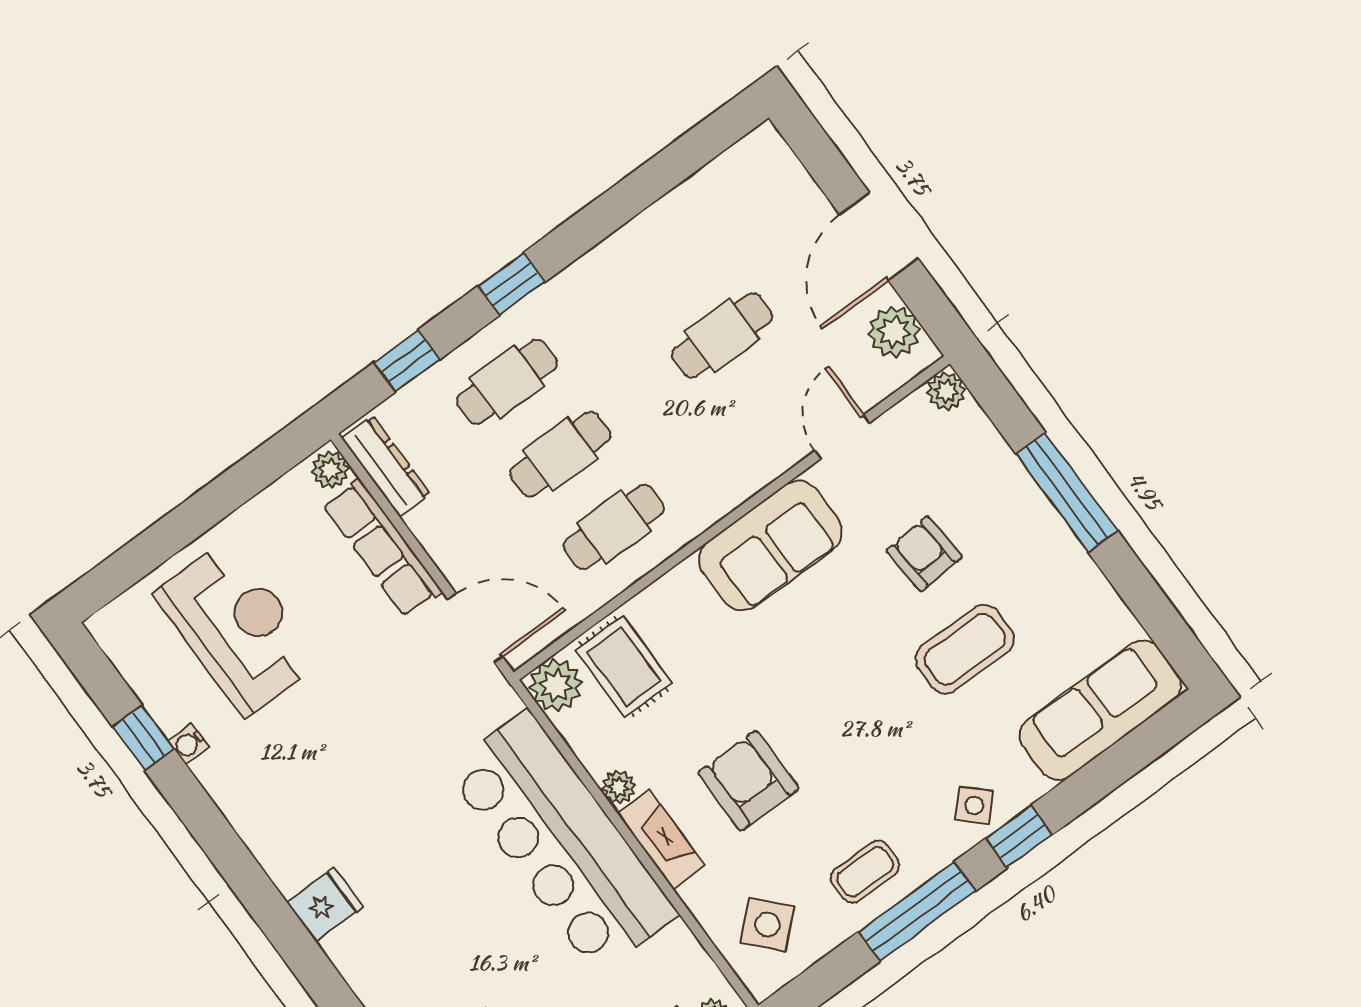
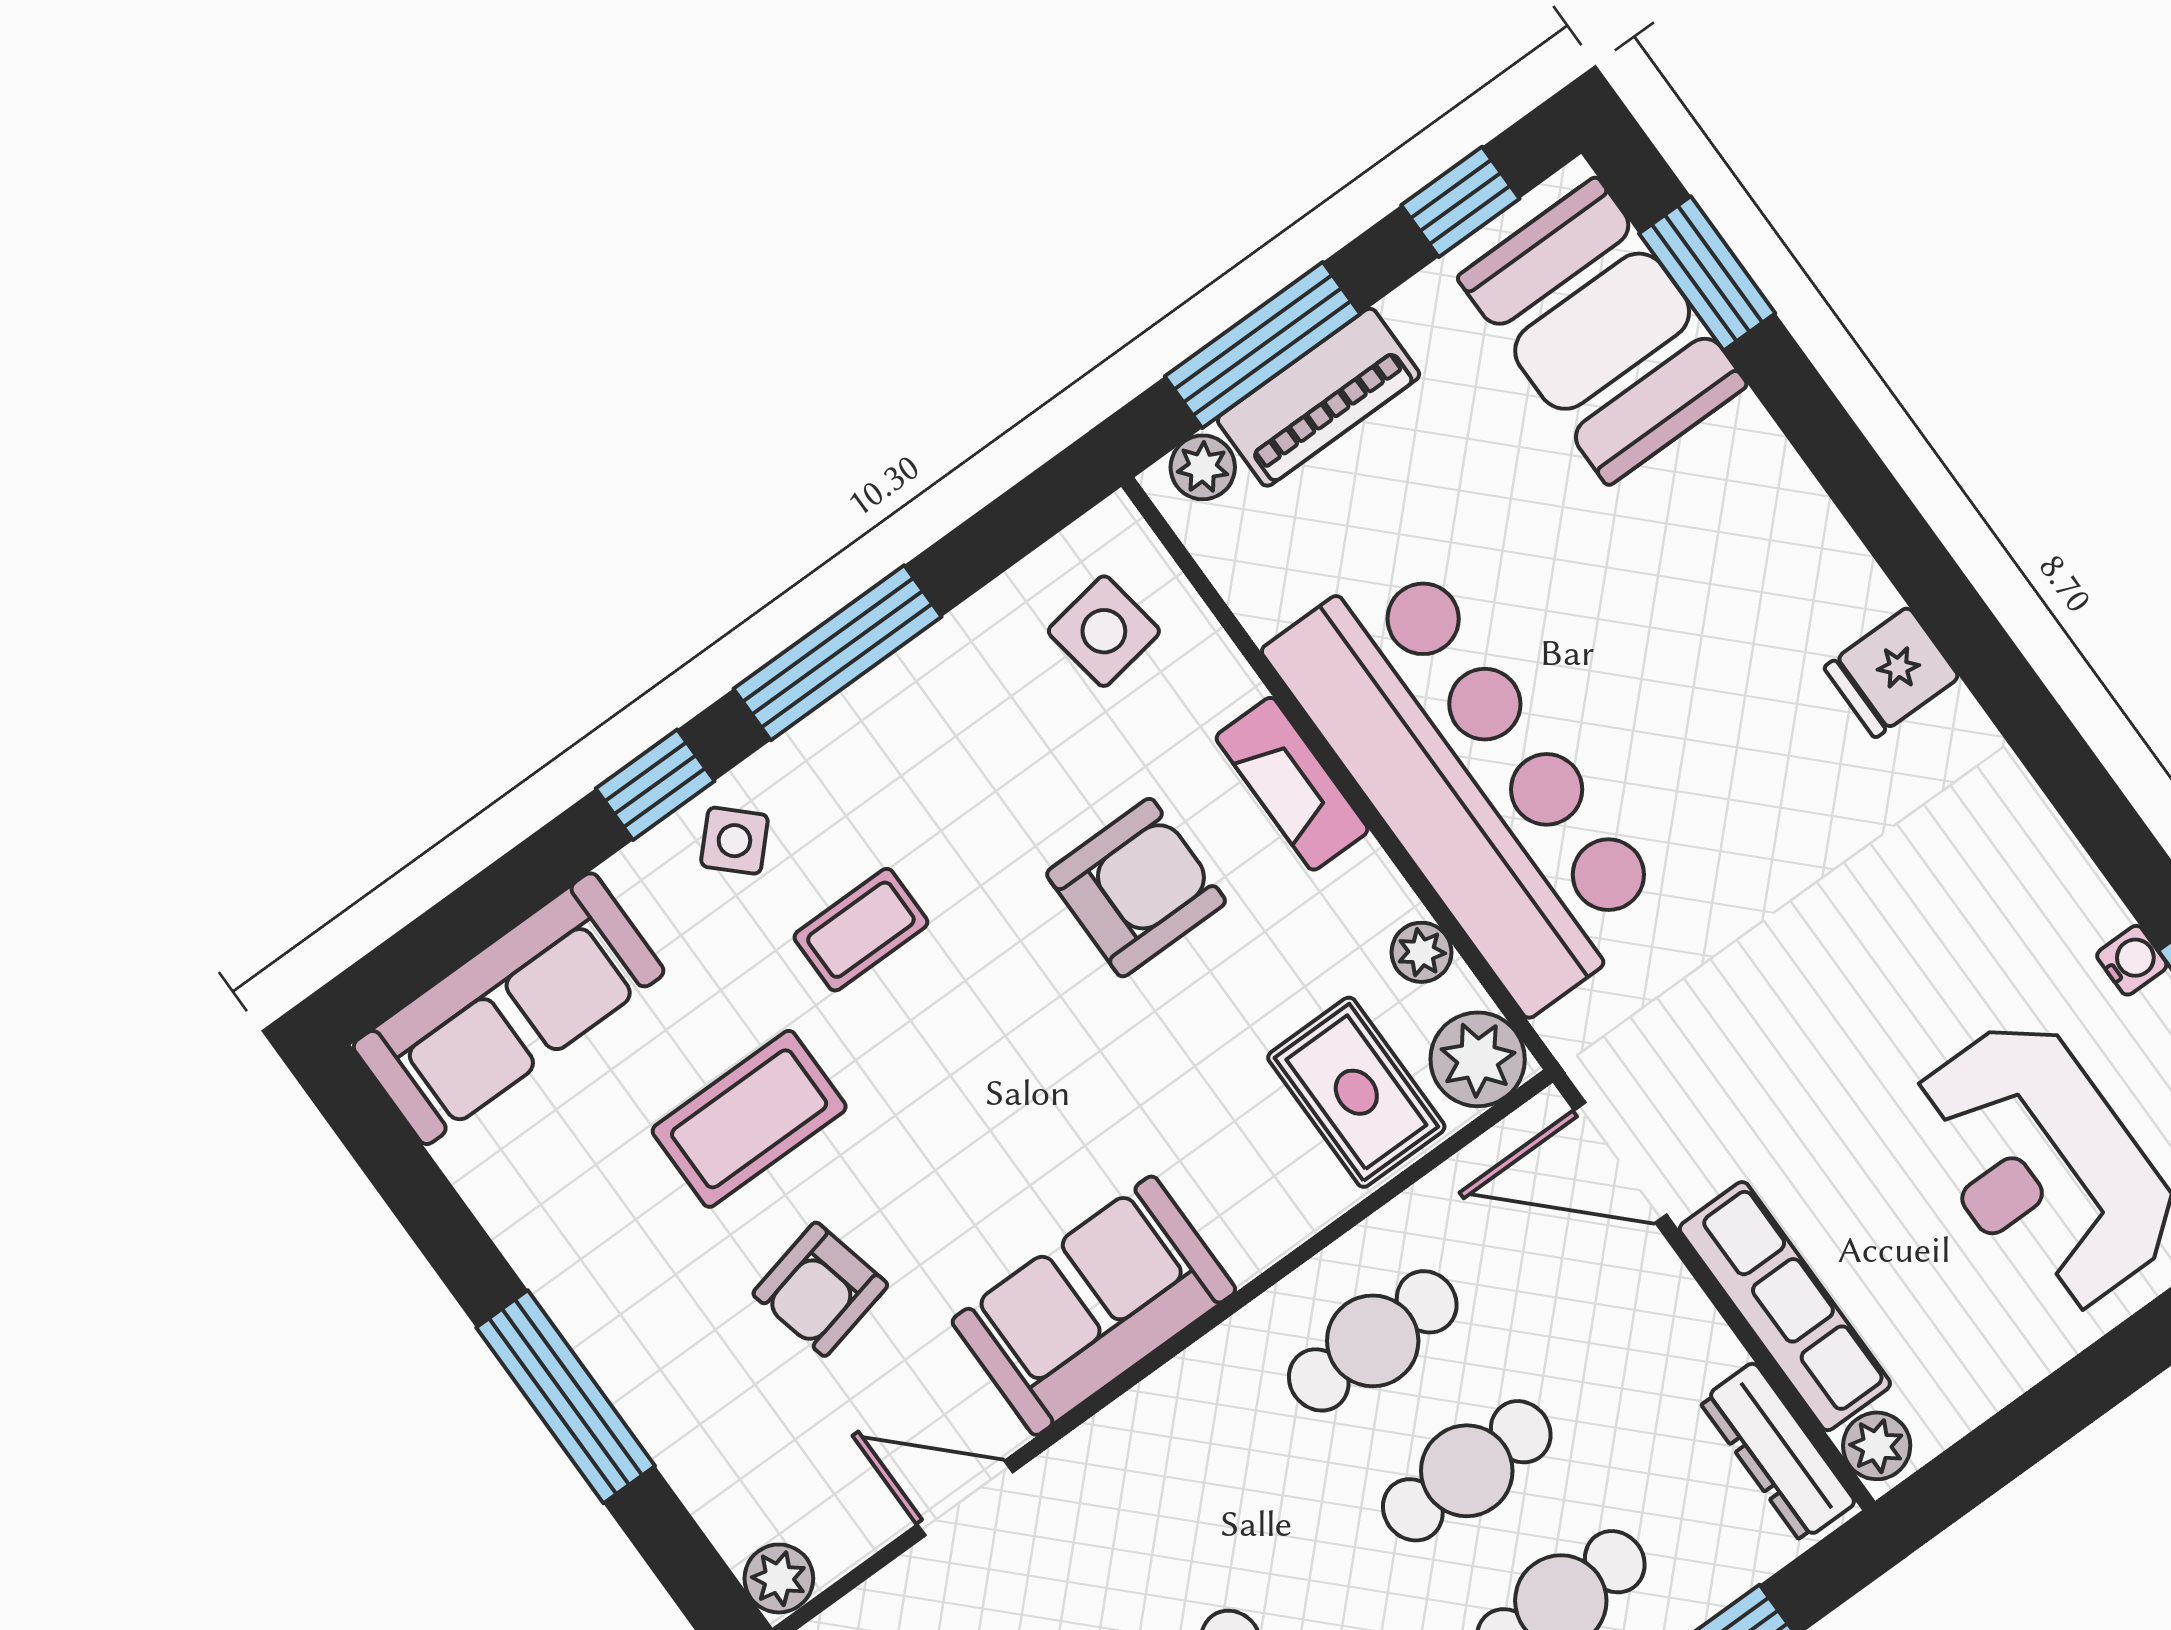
door: (842, 437) -> (965, 1498), swing flipped
armchair: (924, 554) -> (820, 1289), turned 81
armchair: (748, 781) -> (1136, 888), turned -90
plant: (619, 787) -> (1421, 952), moved
coffee table: (865, 872) -> (861, 930), moved
side table: (767, 925) -> (1104, 631), turned 34

